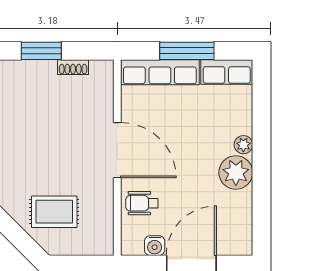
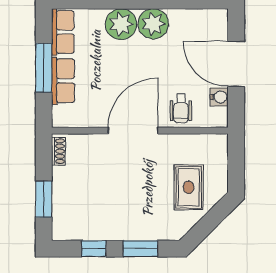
shoe rack: (73, 67) -> (58, 151), moved
row of seats: (160, 72) -> (63, 81), width x0.68
plant: (243, 145) -> (121, 24), width x1.87, depth x1.87

